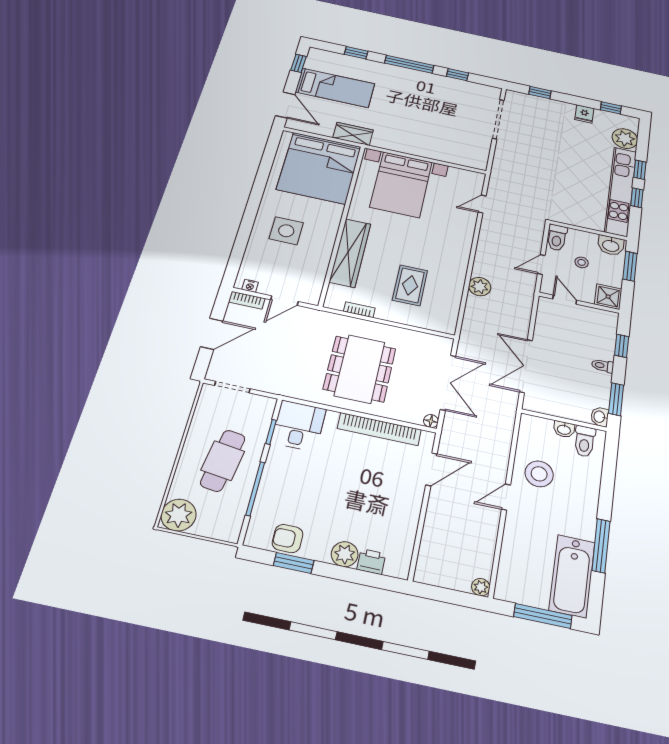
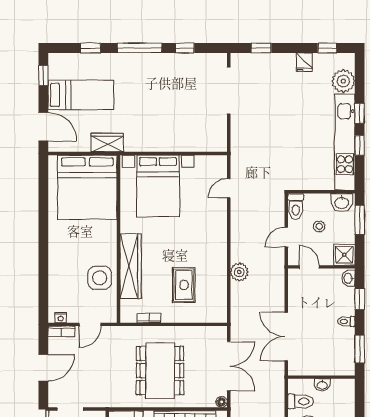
side table: (286, 231) -> (100, 278), moved
washbasin: (600, 417) -> (348, 278), moved
toilet: (585, 441) -> (300, 401), moved, turned -90

